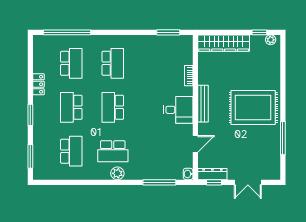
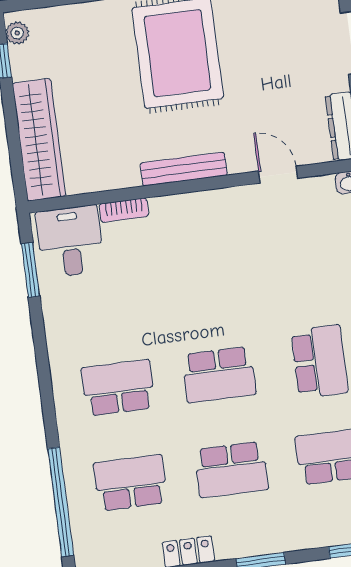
desk: (178, 110) -> (70, 241), moved

